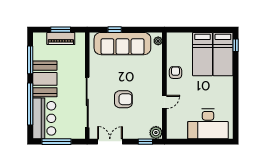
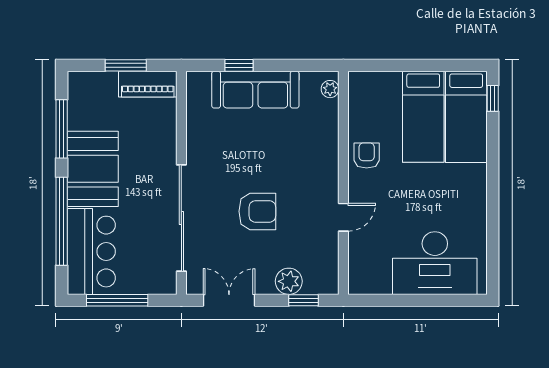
piano: (61, 39) -> (148, 84), moved
sofa: (122, 44) -> (255, 90), width x0.74, depth x0.79
plant: (156, 133) -> (289, 281), moved

